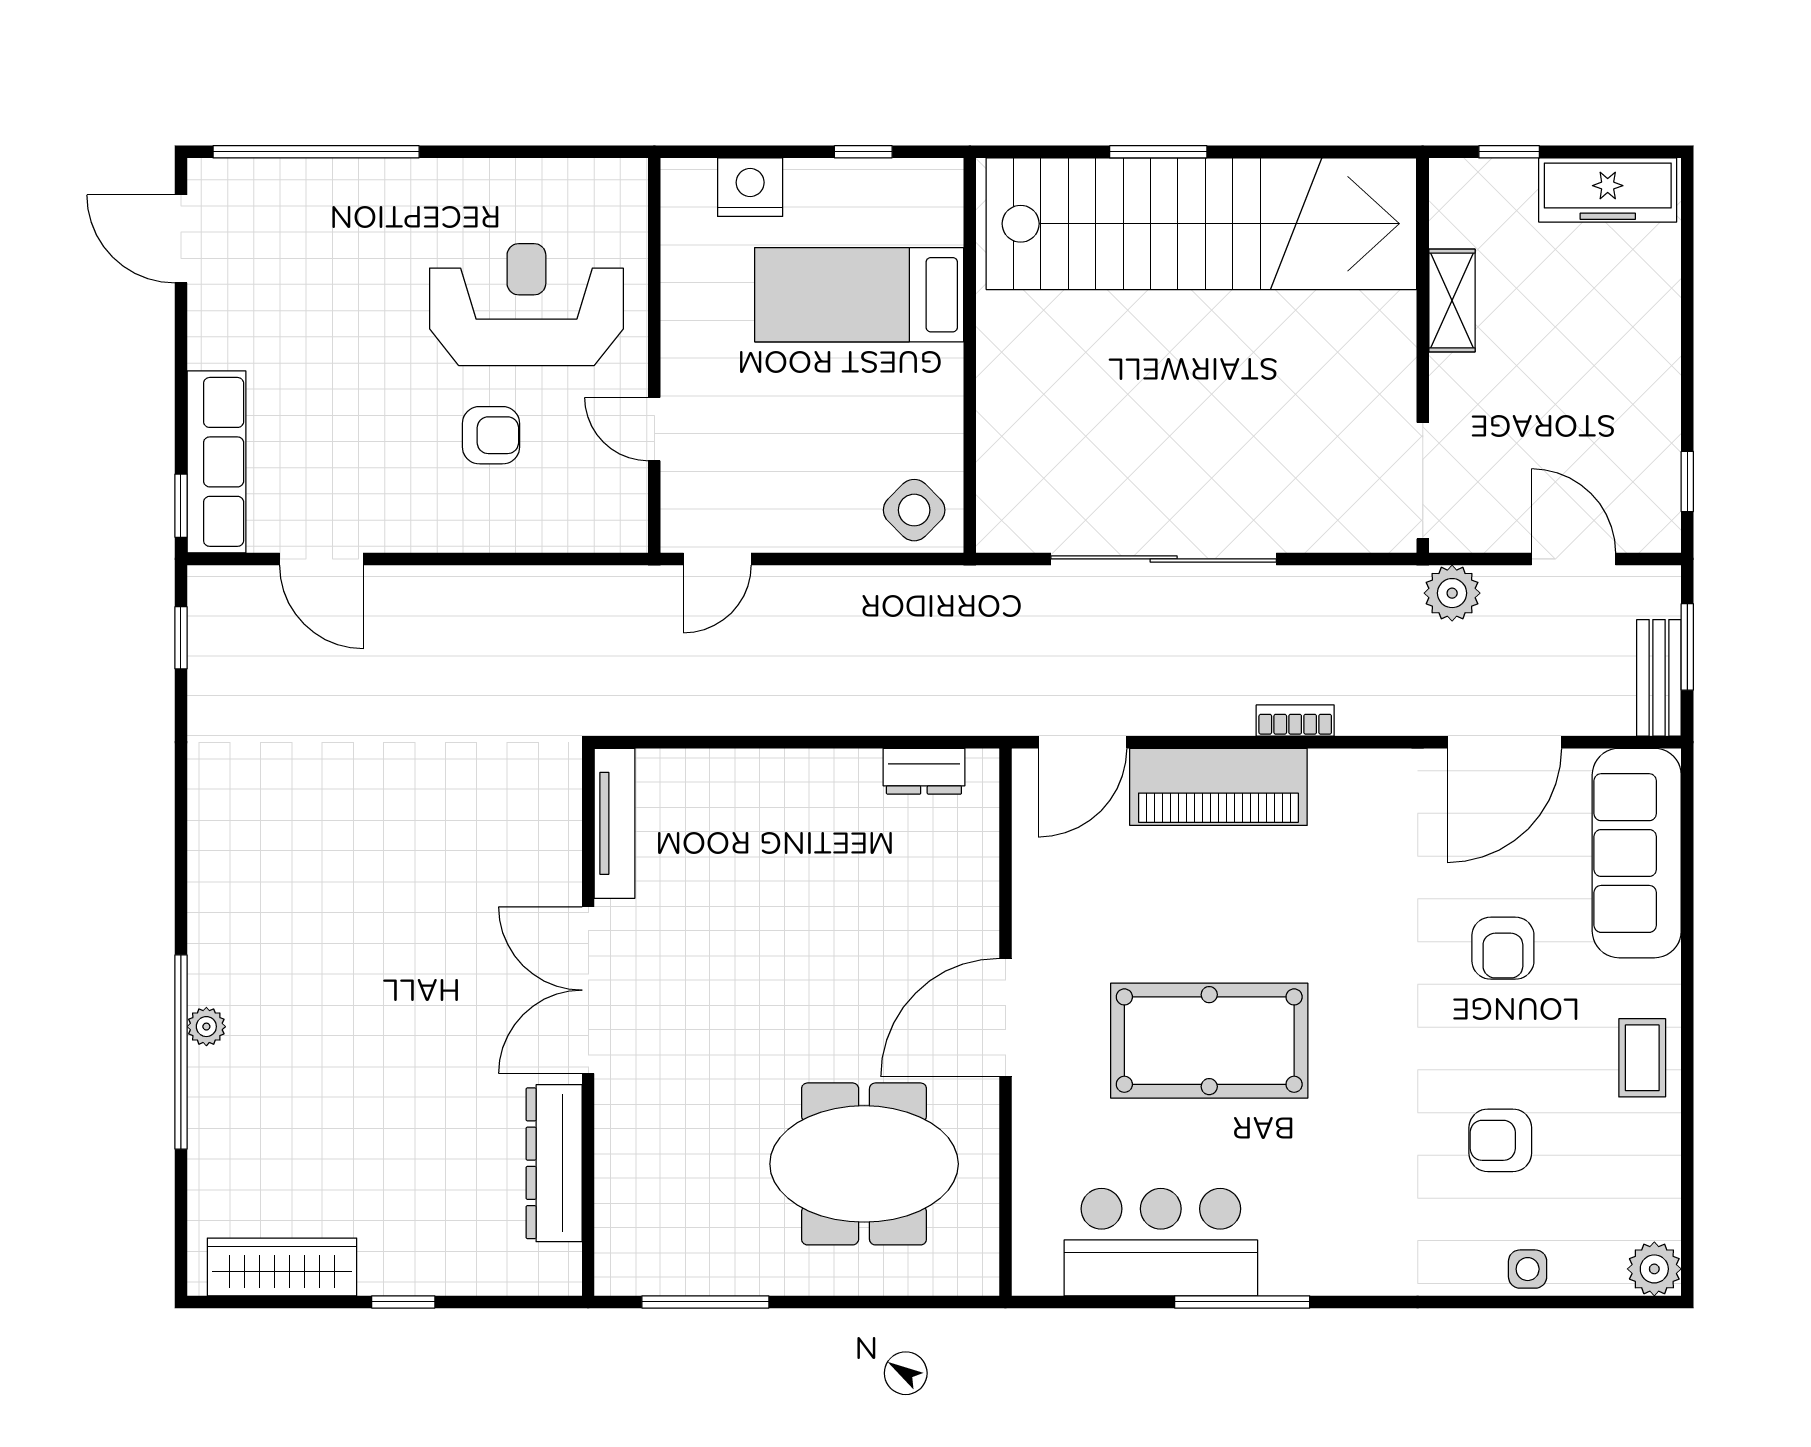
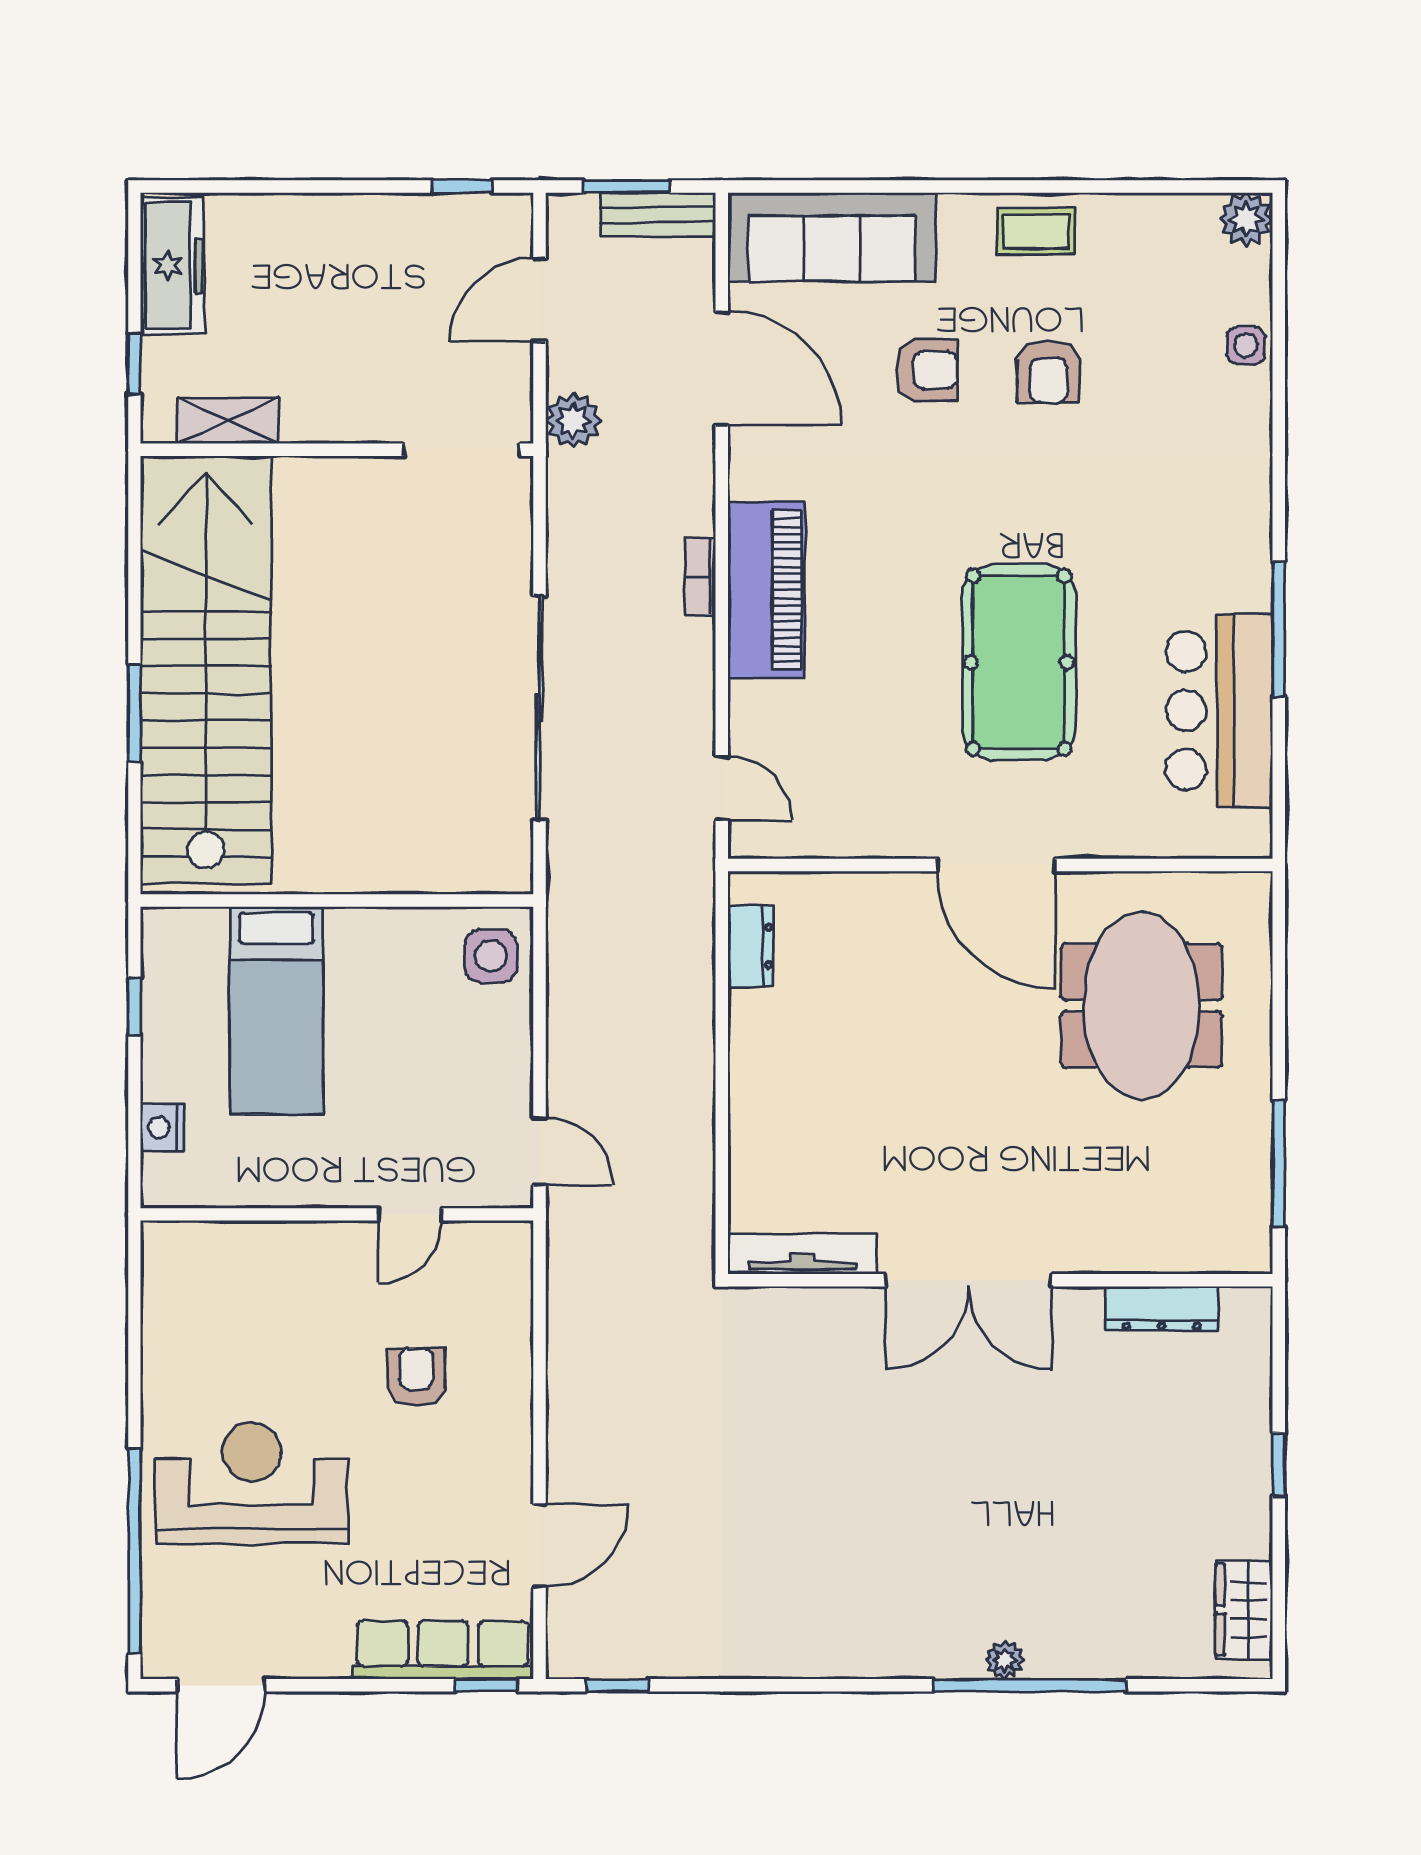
nightstand: (750, 187) -> (162, 1128), width x0.74, depth x0.75
shelving: (1452, 300) -> (228, 421), moved
reception desk: (526, 305) -> (251, 1483), moved, turned 90
side table: (914, 510) -> (491, 956), turned 45
door: (1082, 742) -> (722, 788), width x0.73
piano: (1218, 787) -> (766, 590), moved
armchair: (1500, 1140) -> (1049, 372), moved
dresser: (554, 1163) -> (1162, 1309), width x0.73, depth x0.80
wardrobe: (282, 1267) -> (1244, 1610), width x0.67

